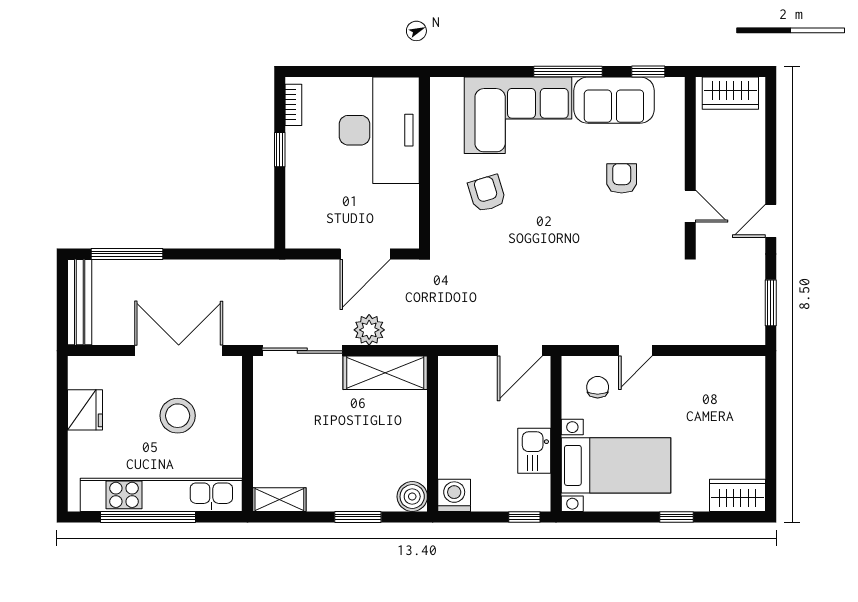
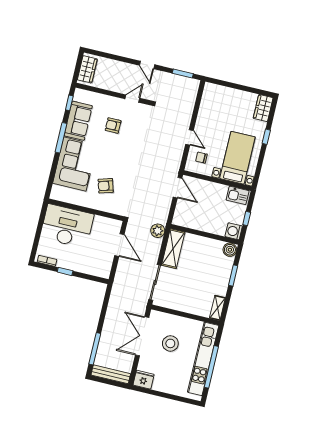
plant: (369, 330) -> (158, 231), moved
fridge: (85, 410) -> (144, 380), moved
kitchen sink: (534, 451) -> (238, 195), moved
window: (524, 517) -> (247, 218), moved

